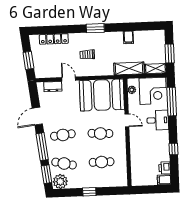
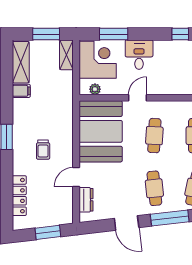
shelving: (129, 68) -> (21, 62), moved
window: (172, 102) -> (114, 34), width x0.69

